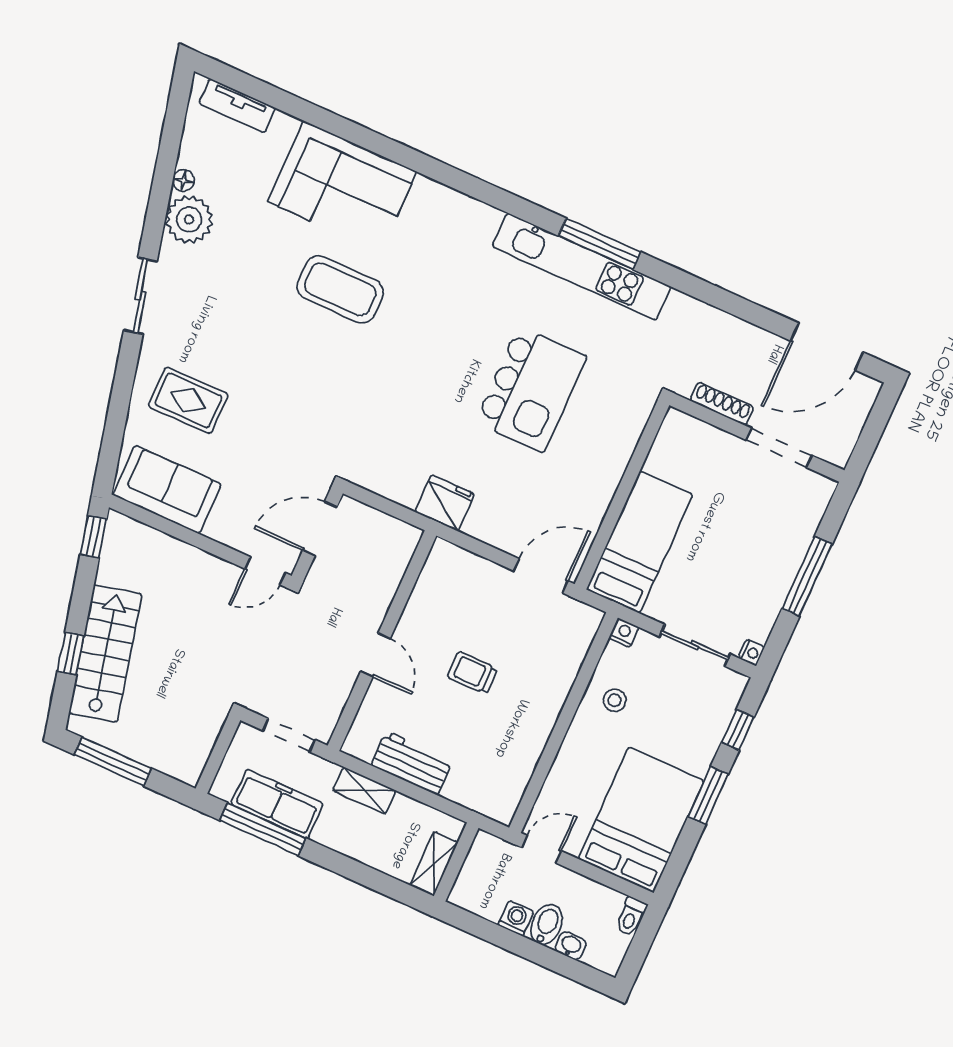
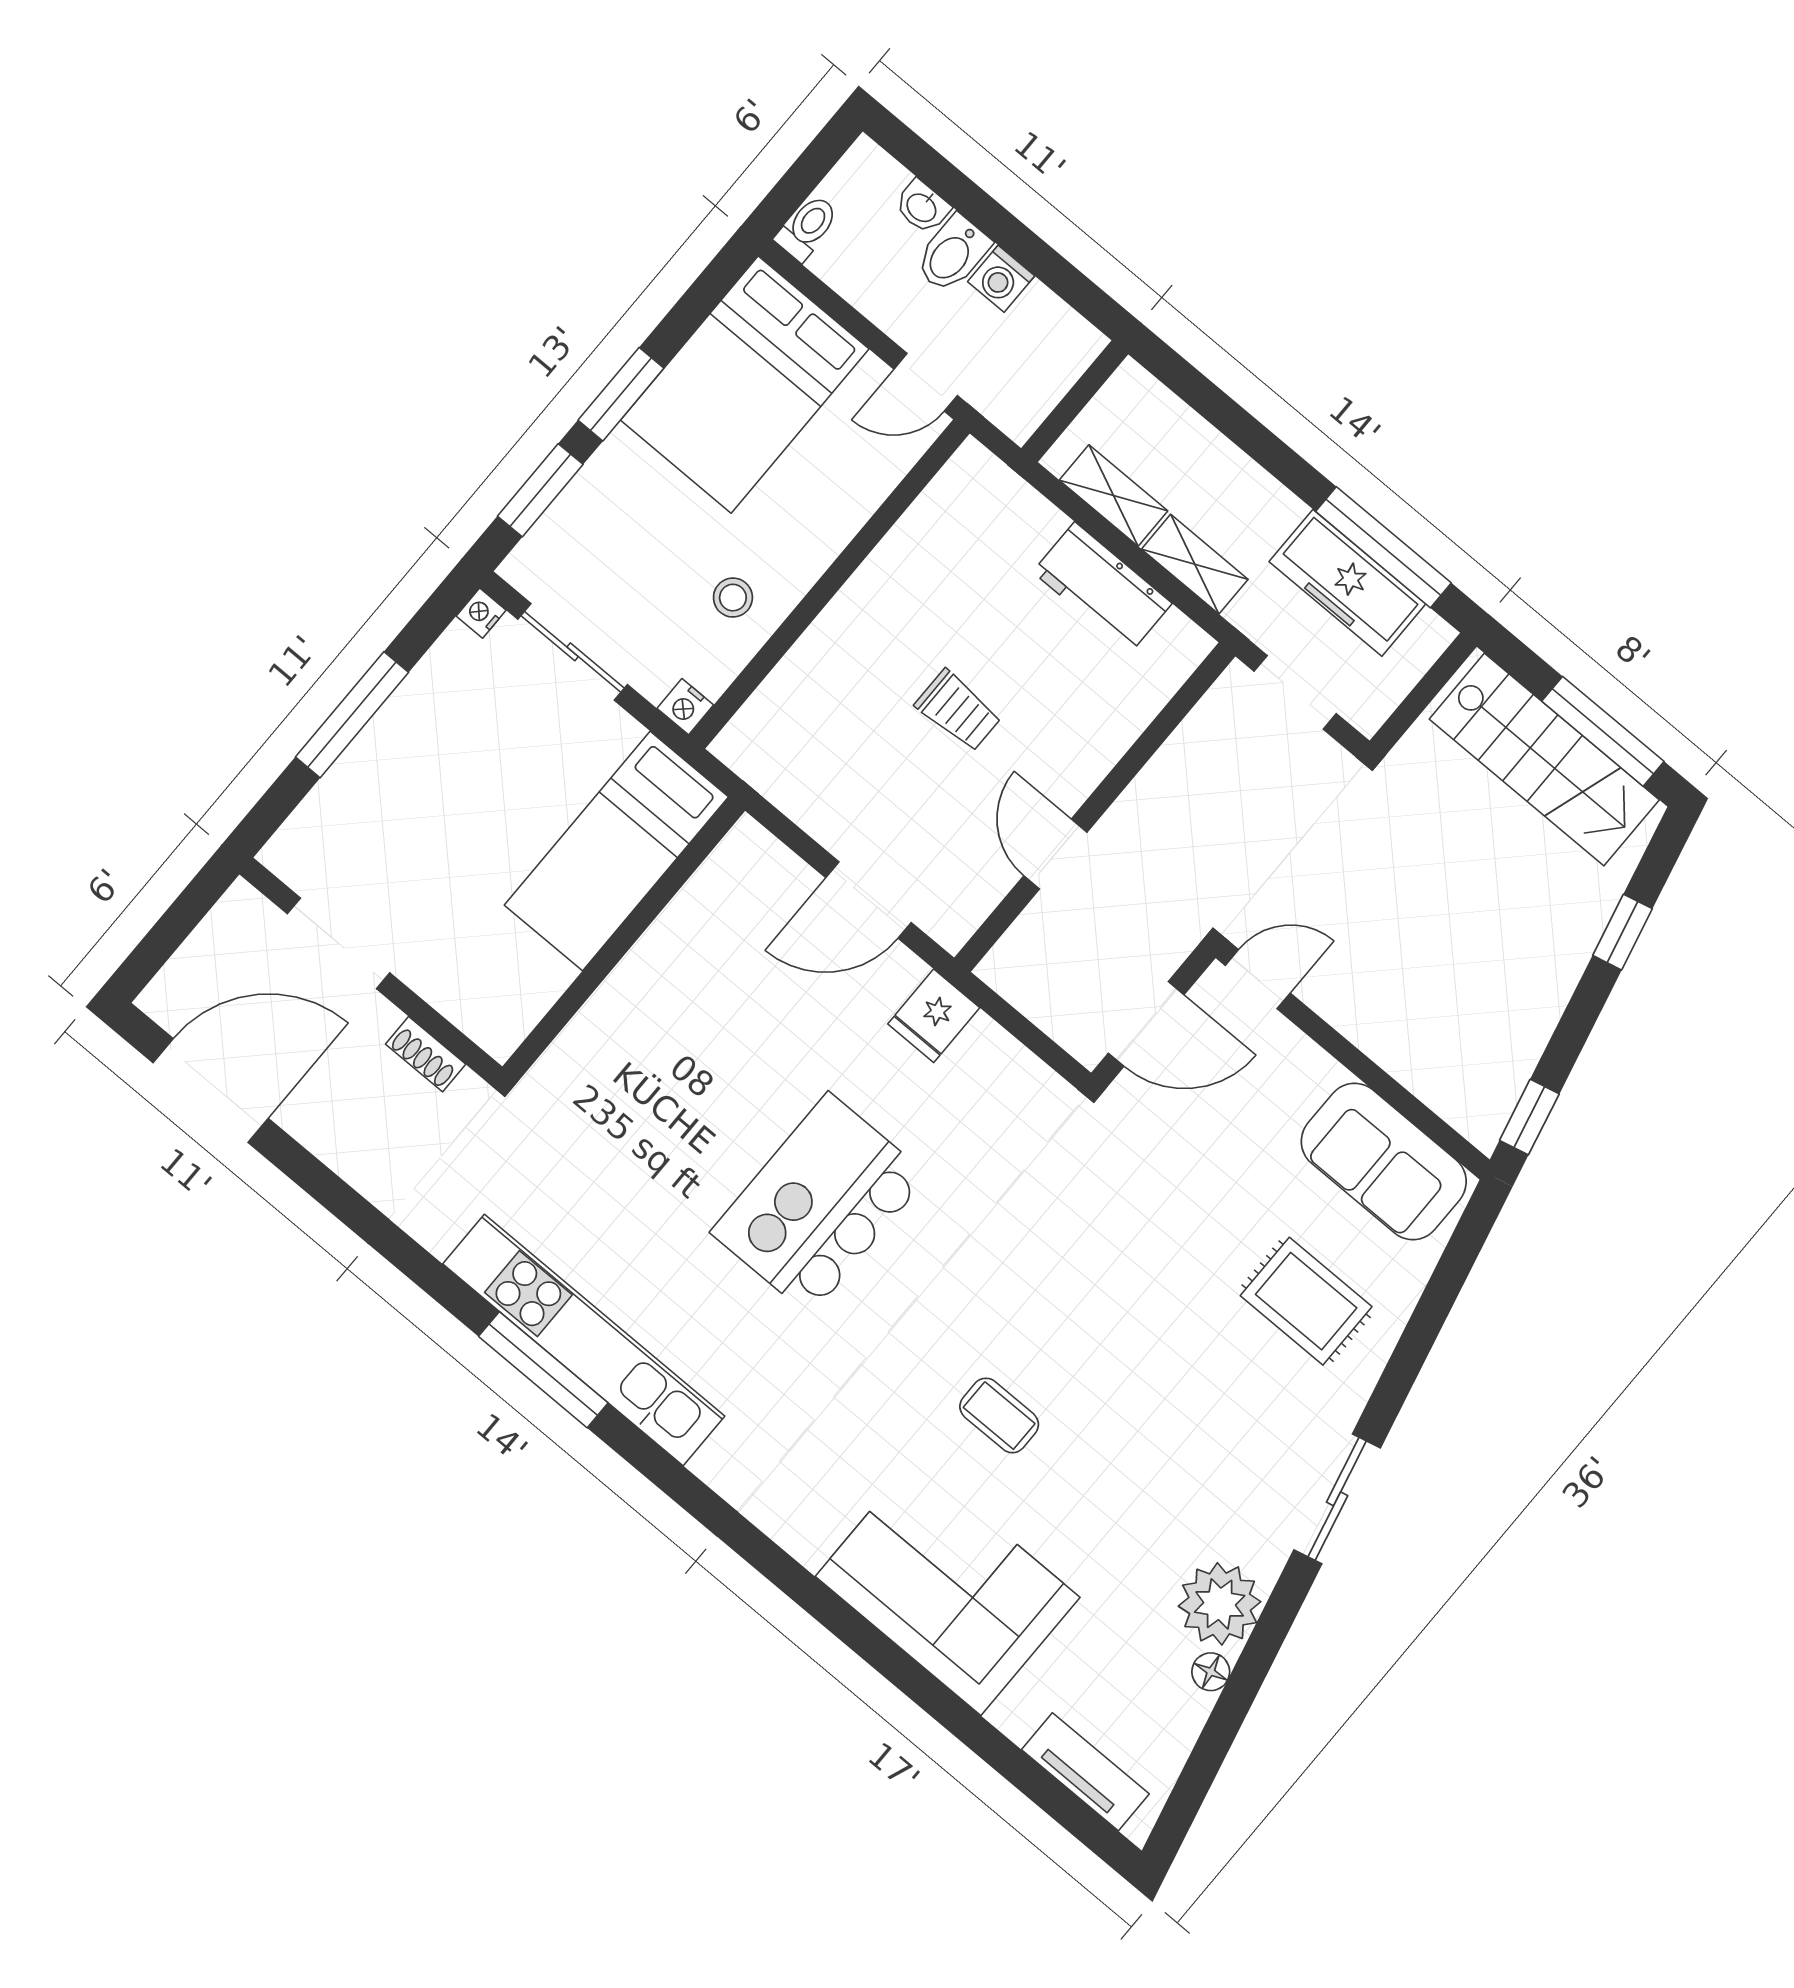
coffee table: (340, 289) -> (999, 1415), width x0.54, depth x0.58
kitchen island: (531, 389) -> (819, 1204), moved
shoe rack: (722, 404) -> (426, 1054), width x0.70
fridge: (445, 503) -> (934, 1016), width x0.72
door: (541, 576) -> (869, 900), moved
stairs: (105, 654) -> (1544, 760), moved, turned -77
door: (376, 655) -> (1055, 854), moved
window: (738, 730) -> (540, 490), width x1.50
shelving: (434, 864) -> (1113, 496), moved, turned 90

